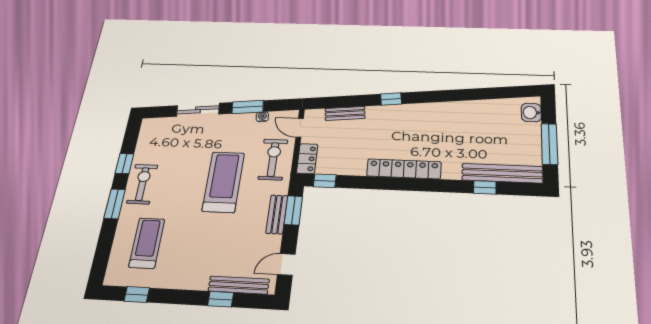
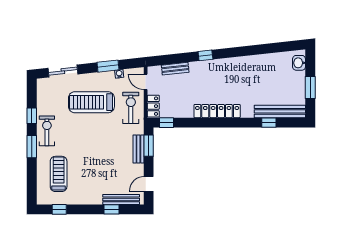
sliding door: (198, 110) -> (63, 71), moved
window: (549, 144) -> (310, 87), width x0.69
treadmill: (223, 182) -> (91, 102), moved, turned -90

